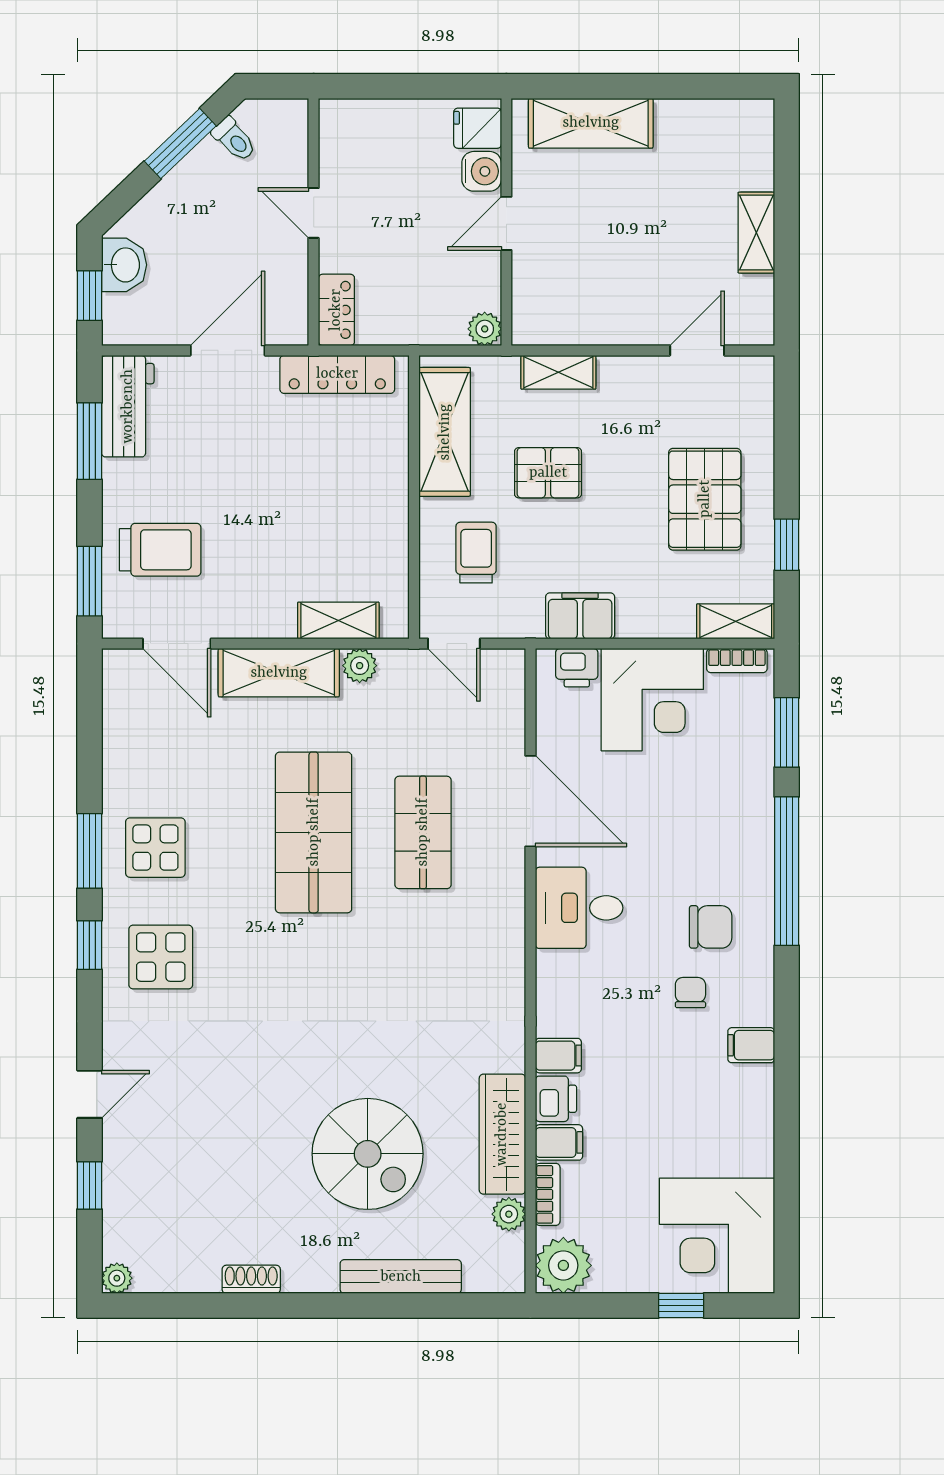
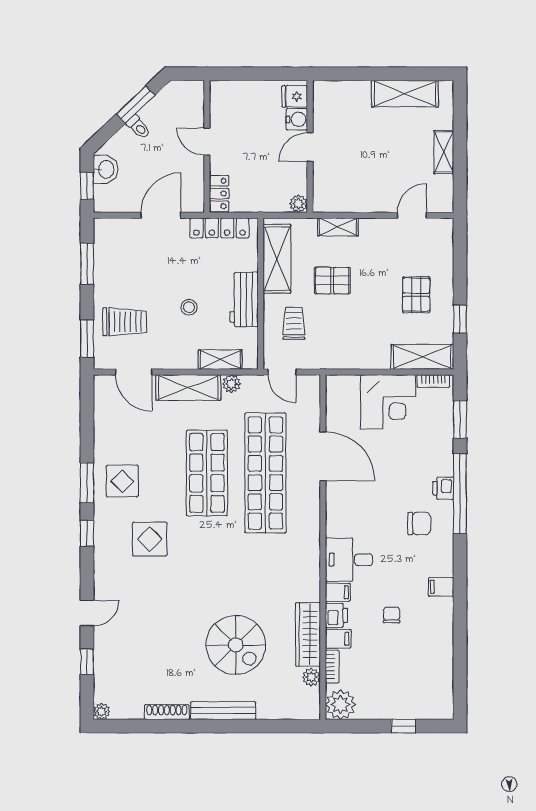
shelving: (591, 123) -> (405, 94), moved
toilet: (234, 139) -> (138, 127), moved
workbench: (128, 406) -> (244, 299), moved, turned 180
pallet: (705, 499) -> (416, 295), width x0.67, depth x0.71
stool: (280, 523) -> (189, 307), added
filing cabinet: (580, 616) -> (349, 357), removed
shelving: (736, 621) -> (422, 357), width x1.50, depth x1.33
printer: (577, 668) -> (443, 488), moved, turned 90
shop shelf: (423, 832) -> (265, 473), width x2.00, depth x1.36
desk: (579, 908) -> (349, 560), moved
display table: (161, 957) -> (150, 539), moved
chair: (690, 993) -> (392, 615), moved
corner desk: (717, 1236) -> (423, 689), removed
bench: (401, 1277) -> (223, 711), moved
shoe rack: (251, 1279) -> (167, 712), width x1.43

